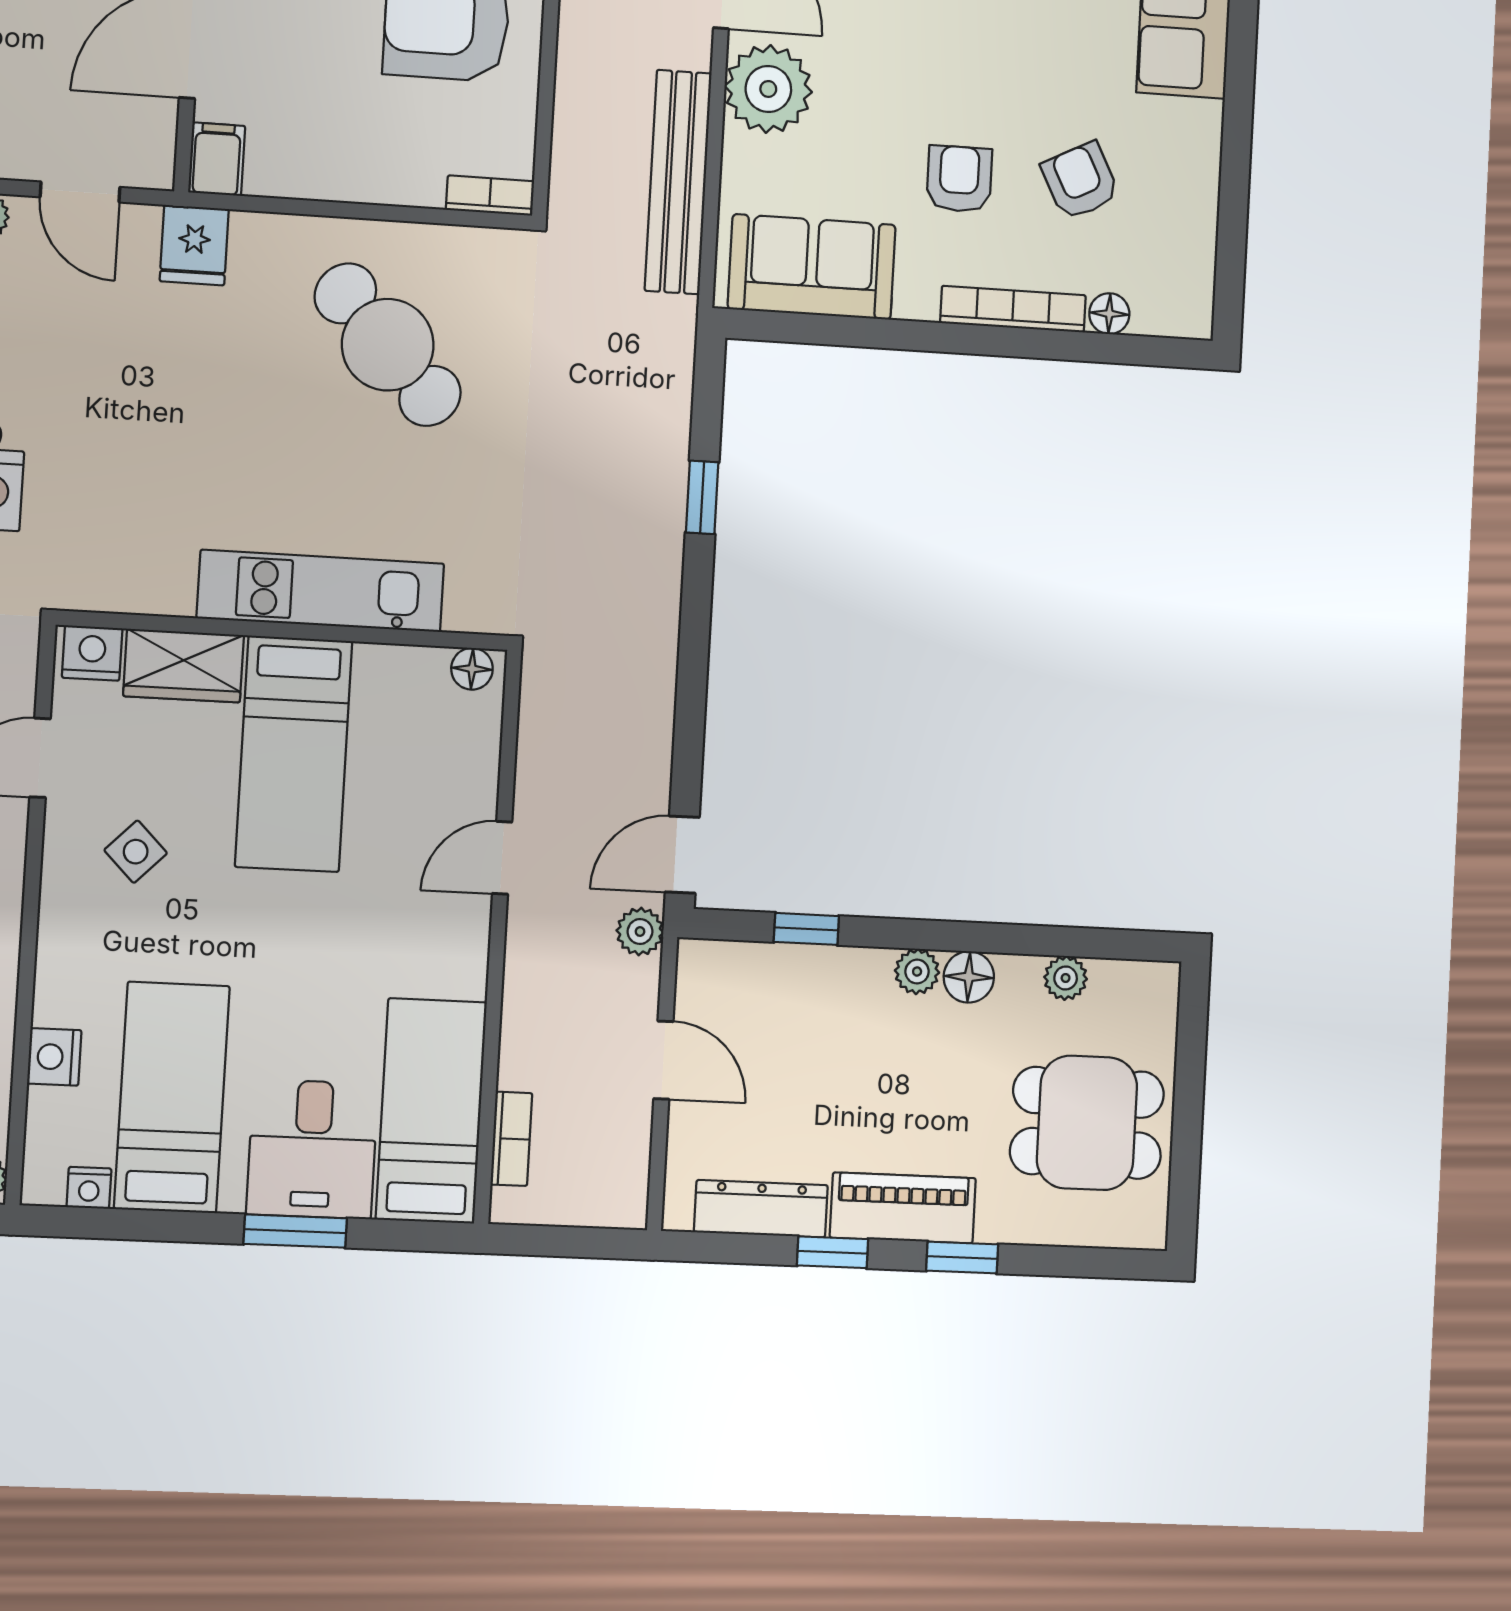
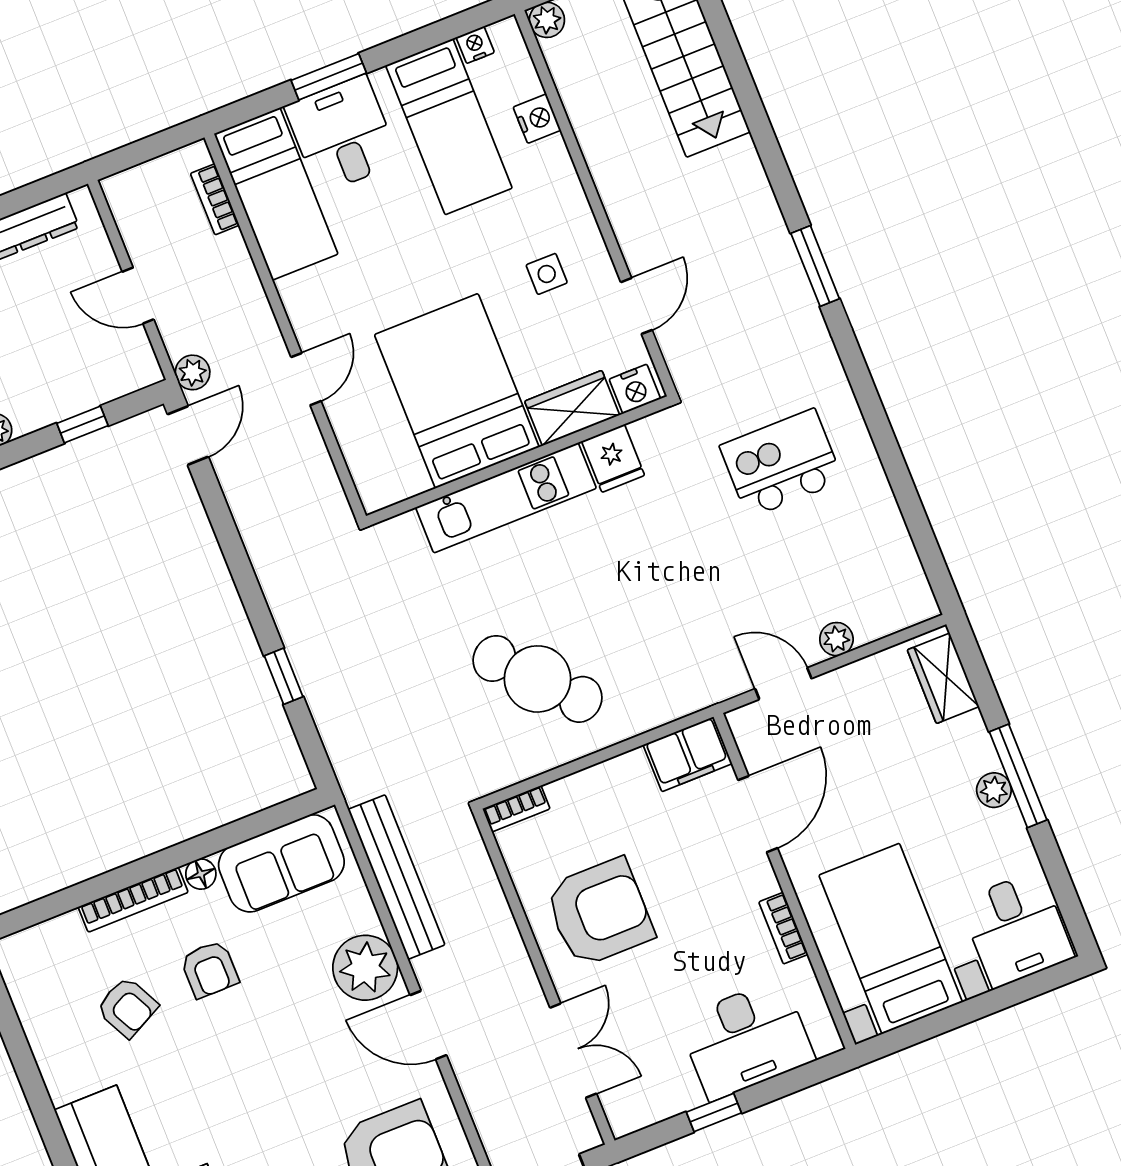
filing cabinet: (217, 159) -> (688, 754), width x2.00
fridge: (194, 245) -> (613, 458), moved, turned 180
floor lamp: (1109, 314) -> (201, 874), moved
floor lamp: (472, 669) -> (383, 493), removed
bed: (294, 754) -> (457, 391), width x1.50
side table: (136, 852) -> (547, 274), turned 45

